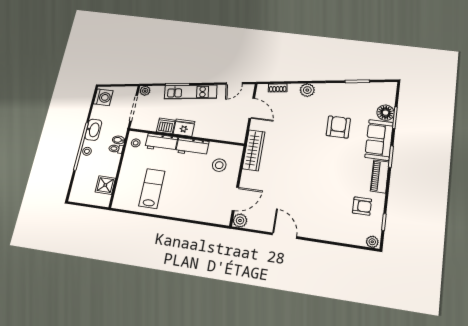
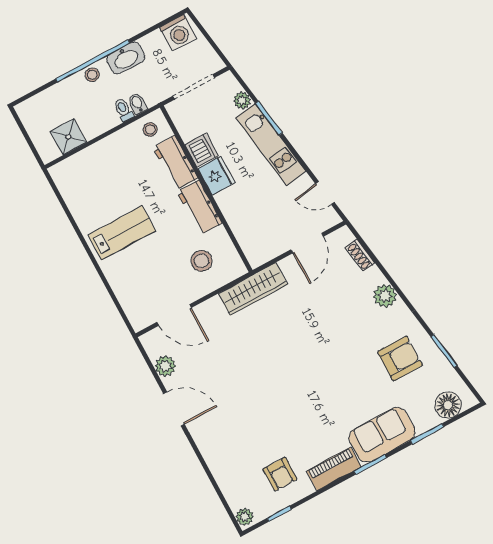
plant: (145, 91) -> (242, 100), moved
floor lamp: (386, 113) -> (448, 405), moved
armchair: (338, 127) -> (400, 358), moved
lab bench: (152, 188) -> (122, 233), moved
plant: (240, 220) -> (165, 366), moved
door: (284, 236) -> (174, 409), hinge flipped

